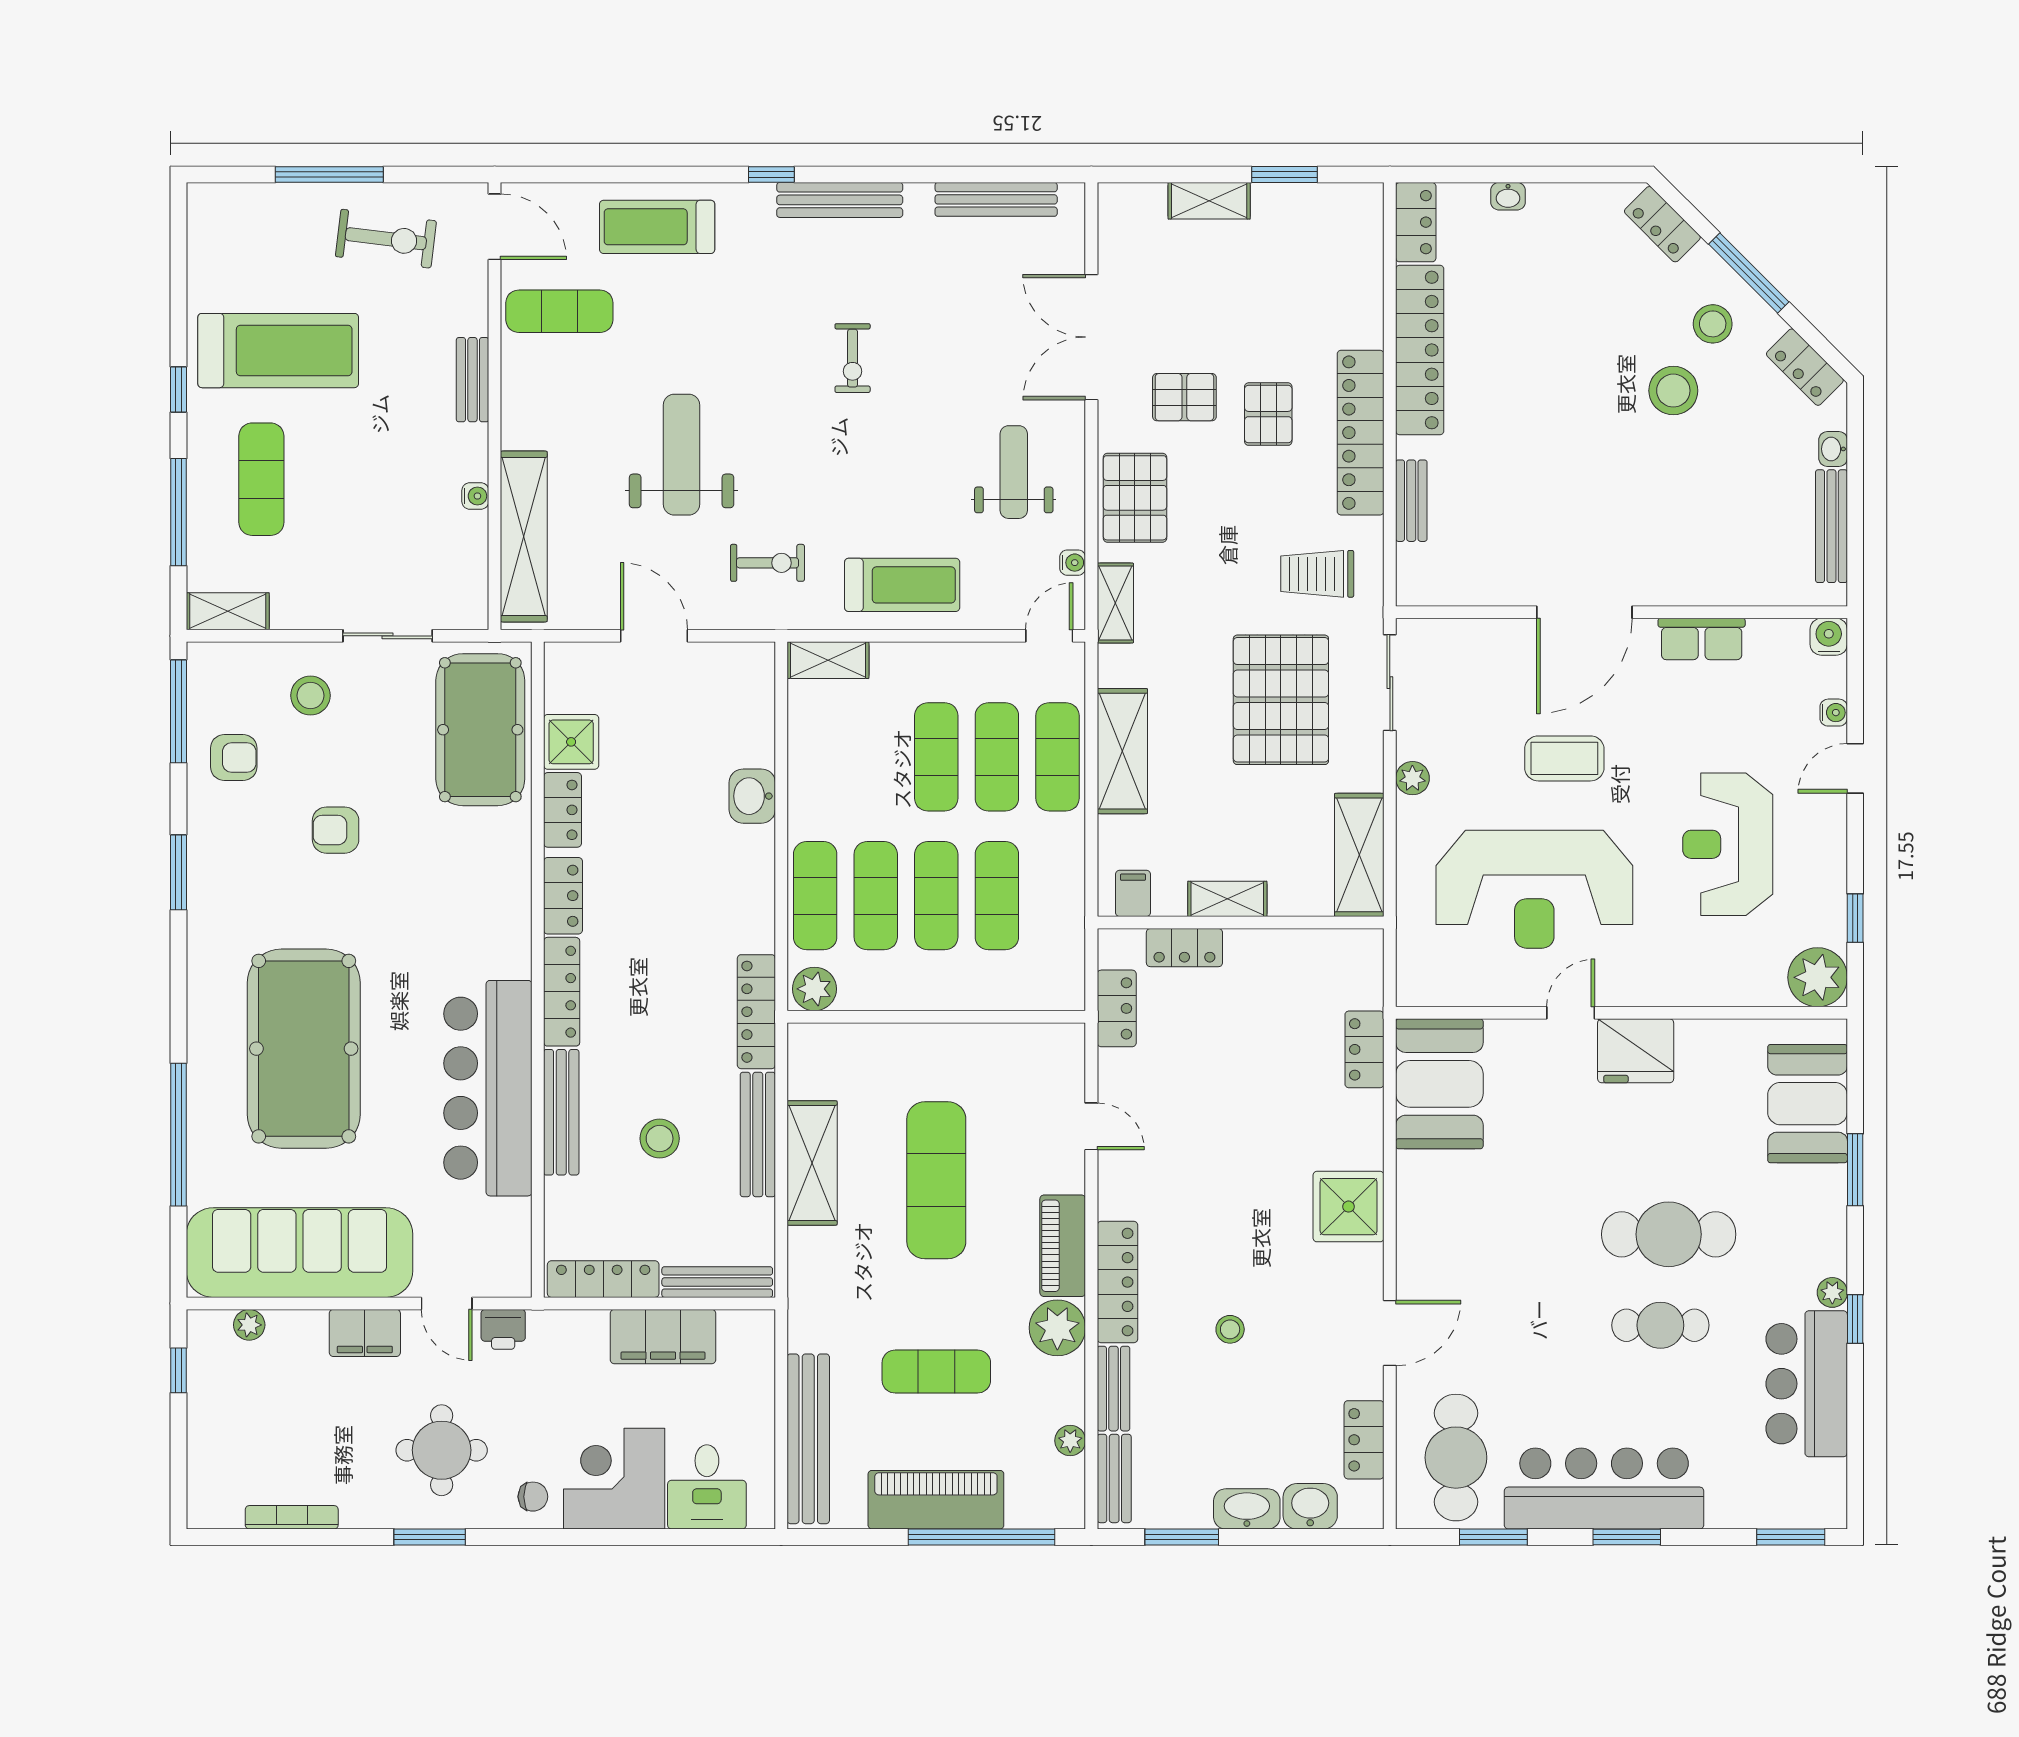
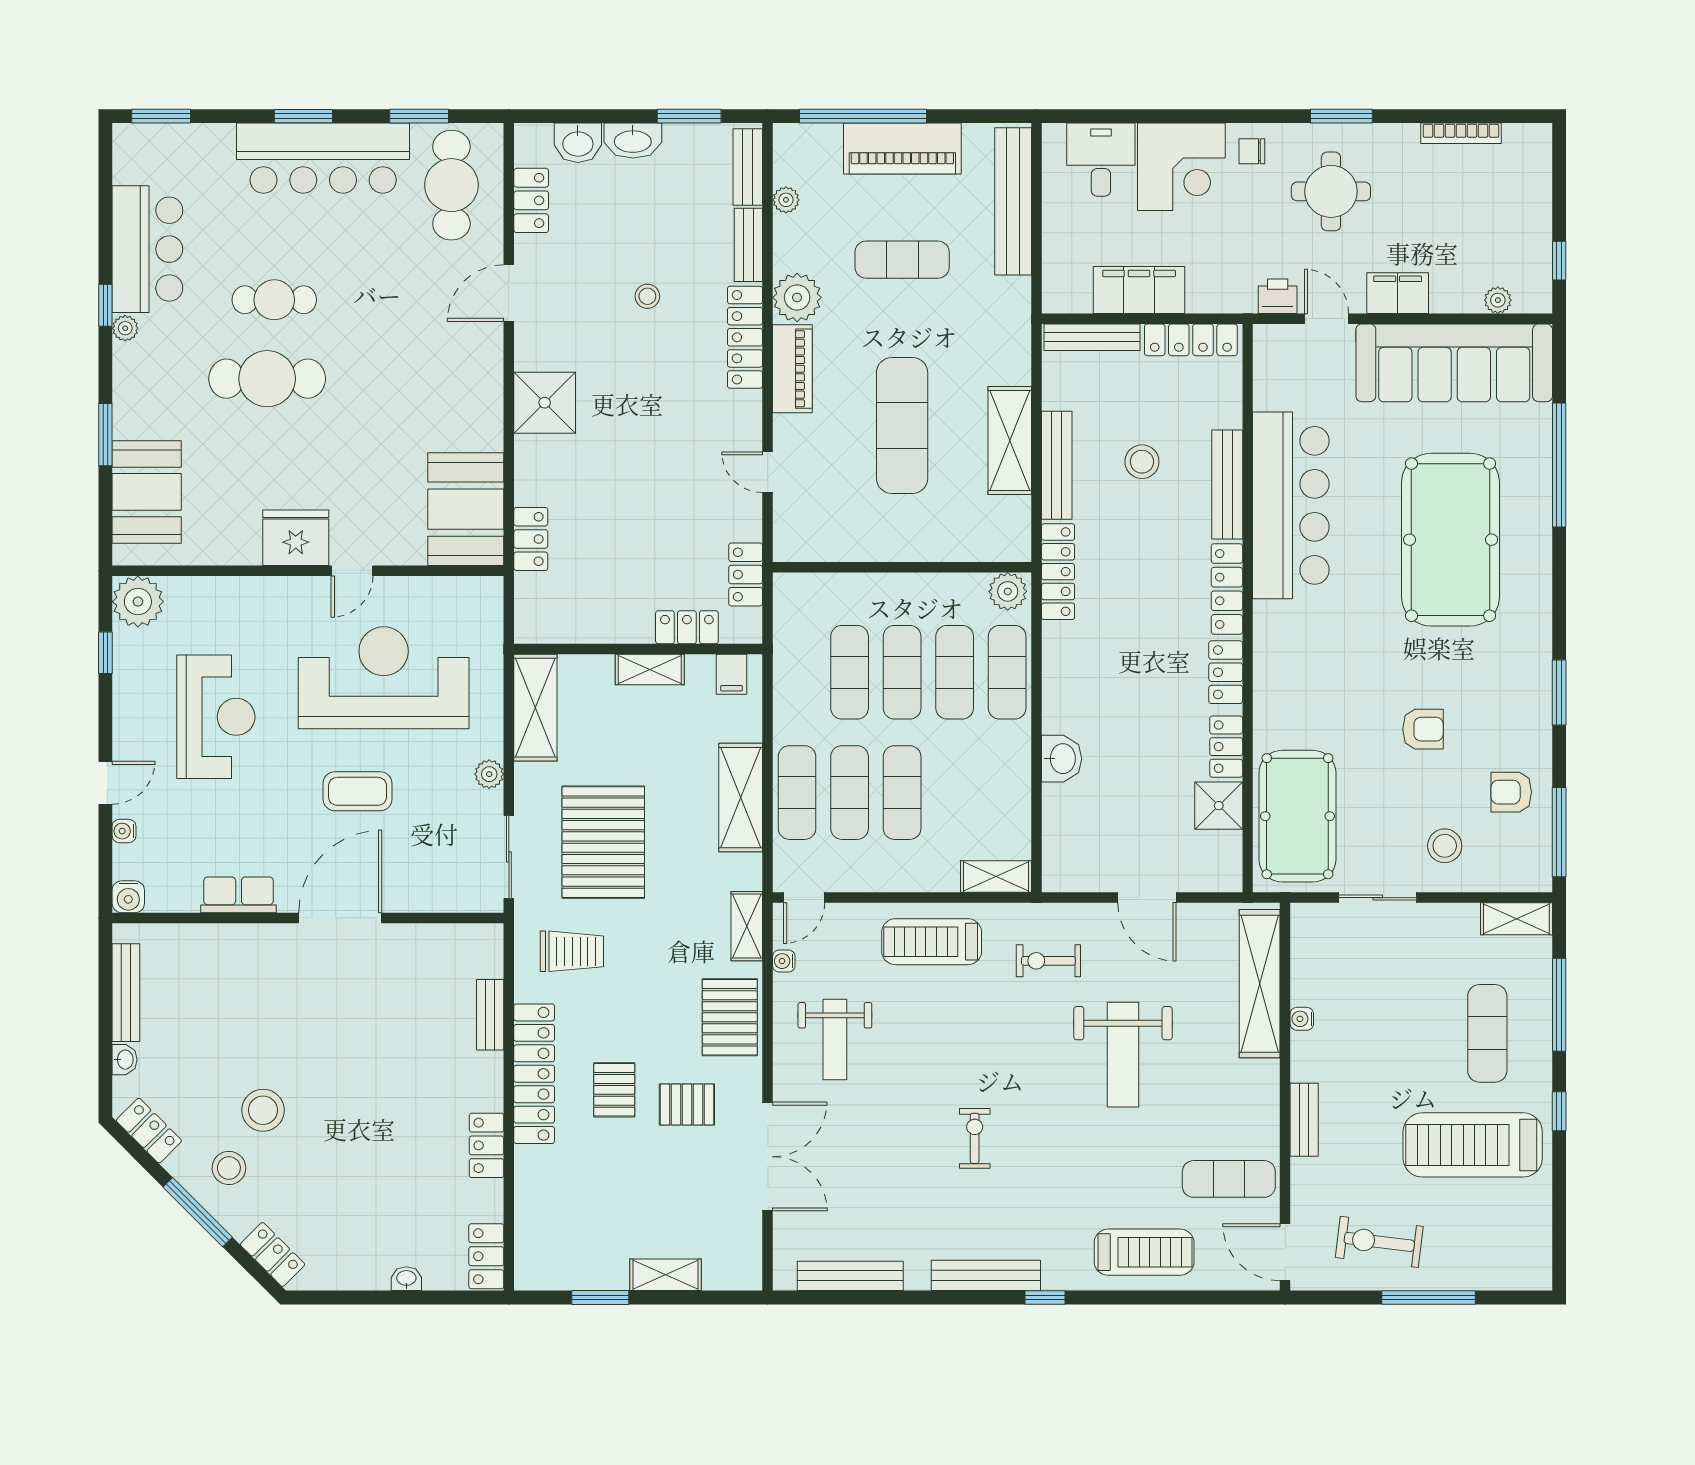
locker: (1420, 350) -> (487, 1145), width x0.46, depth x0.83

